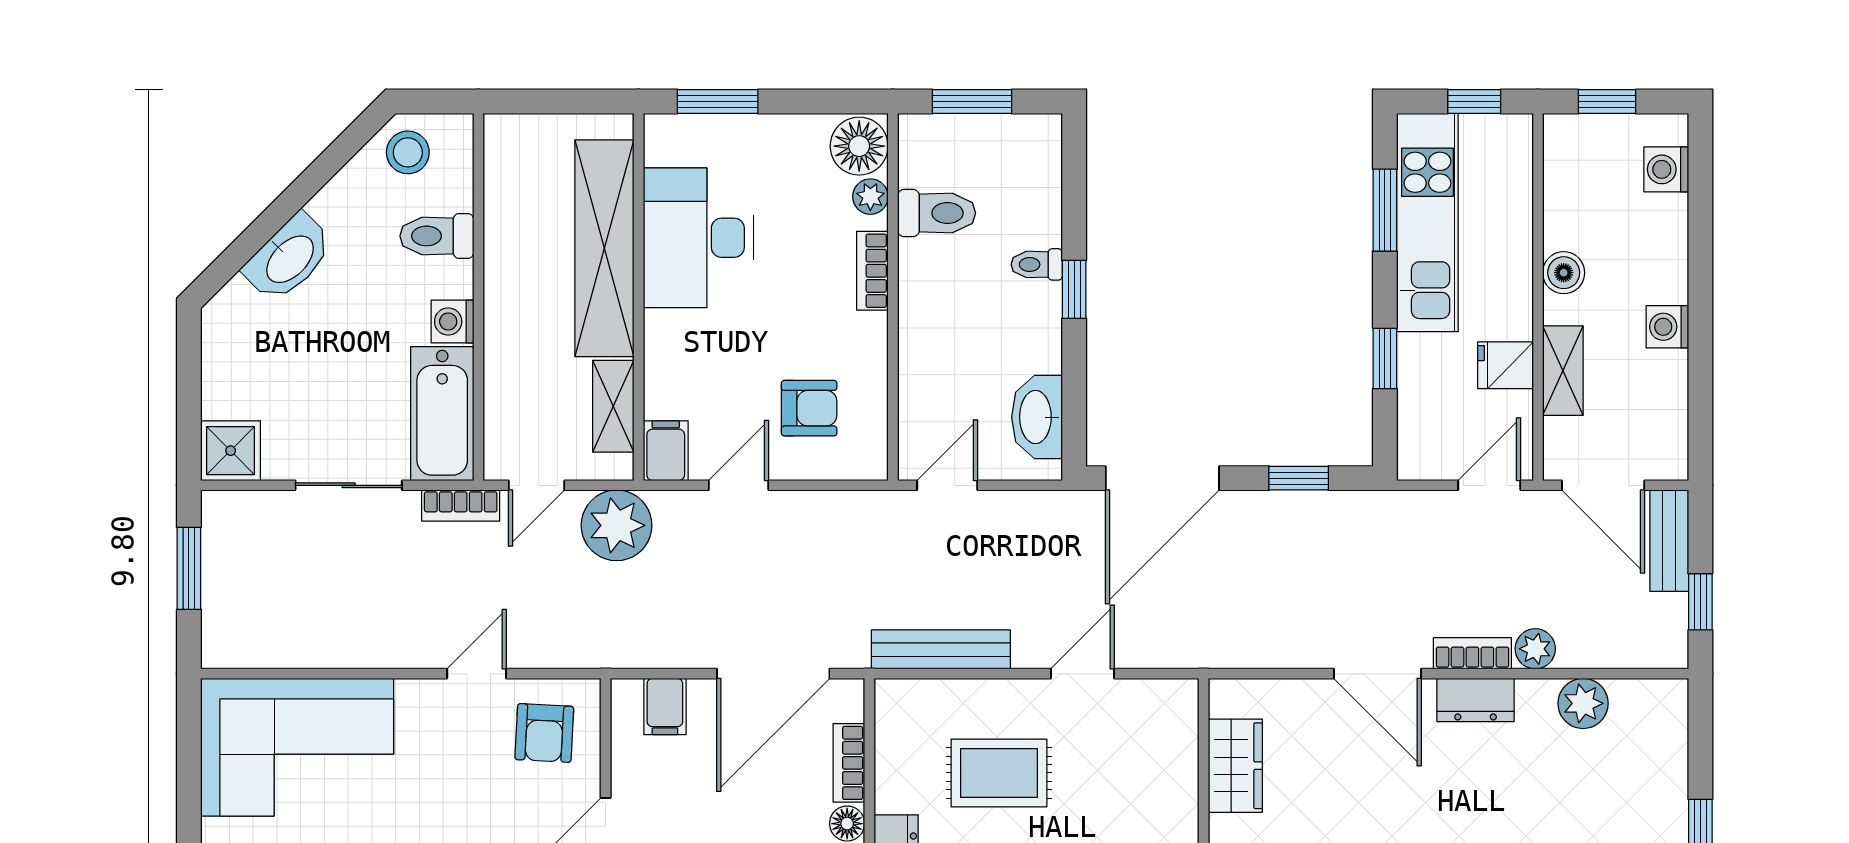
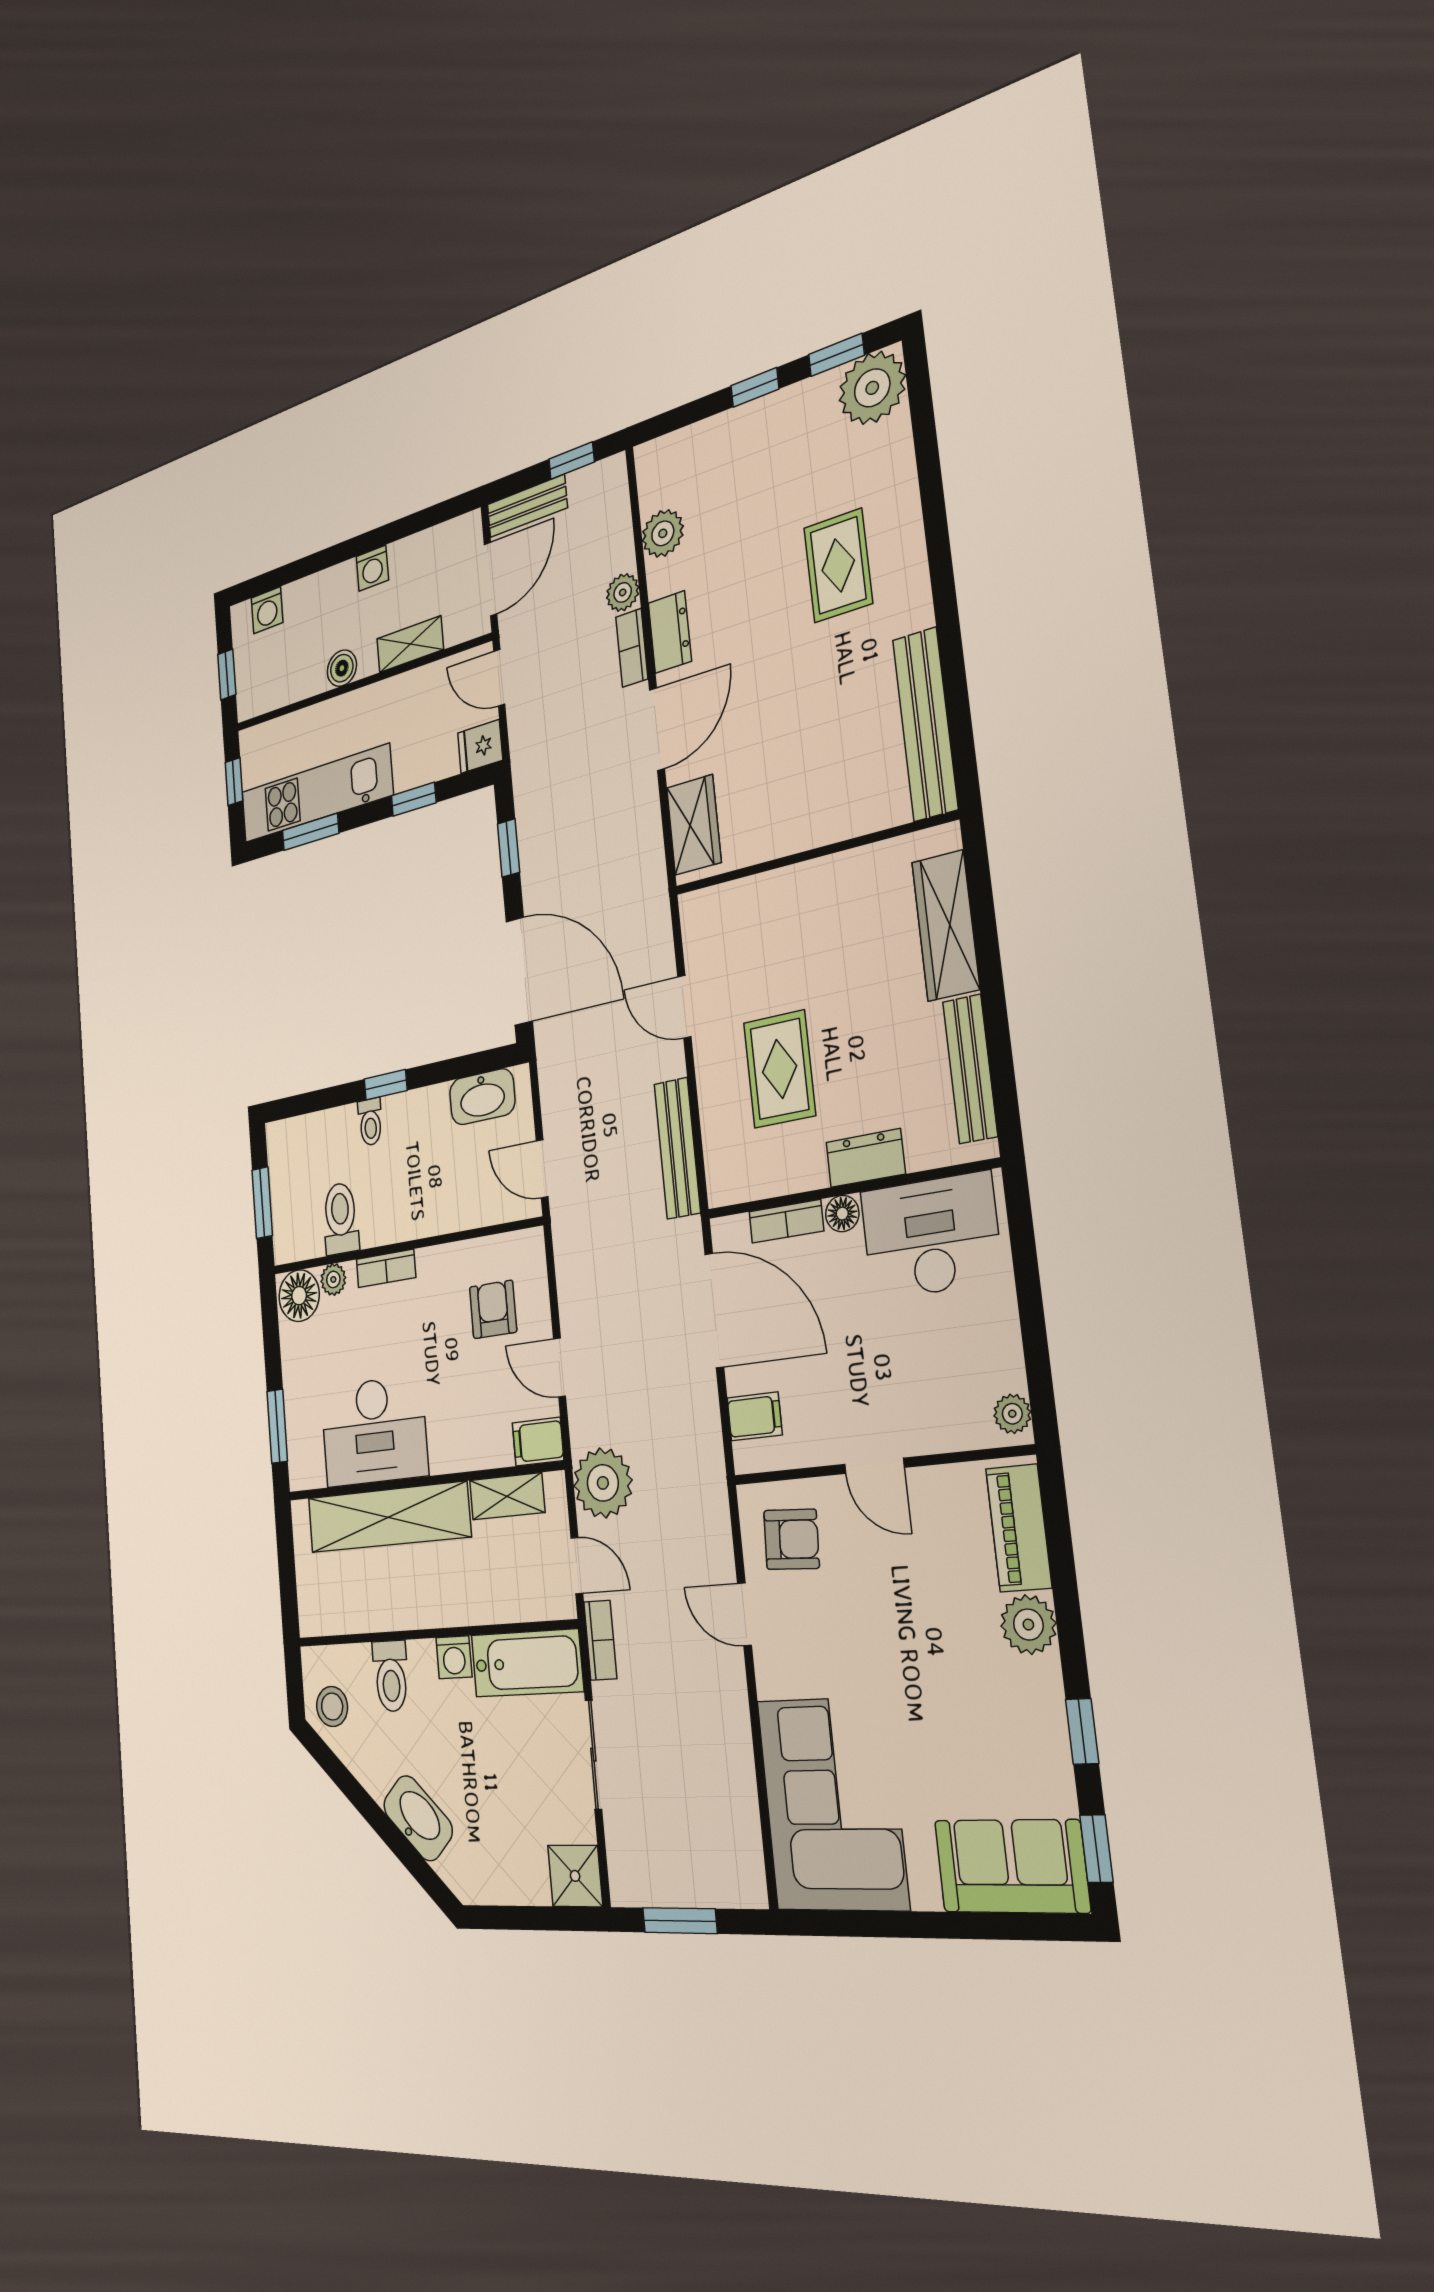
fridge: (1505, 365) -> (480, 746), moved, turned 90
wardrobe: (1235, 766) -> (694, 825), moved, turned 90

